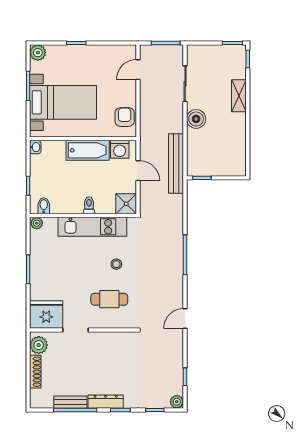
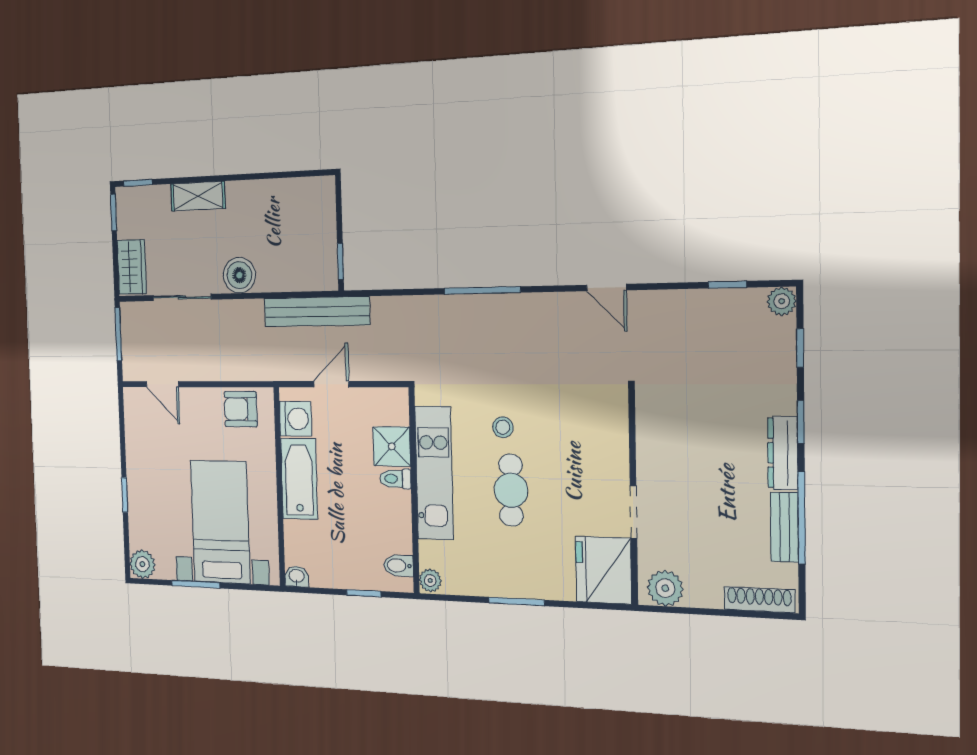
wardrobe: (202, 53) -> (132, 267), added
shower: (126, 204) -> (392, 446), moved
cafe table: (109, 299) -> (511, 490), moved
shoe rack: (35, 372) -> (759, 600), moved

